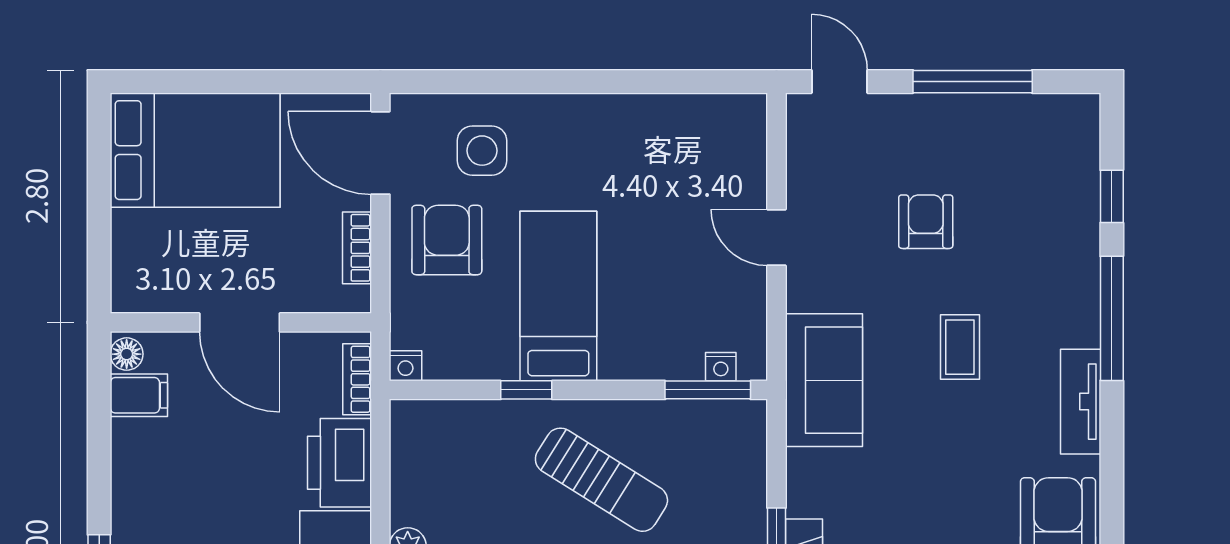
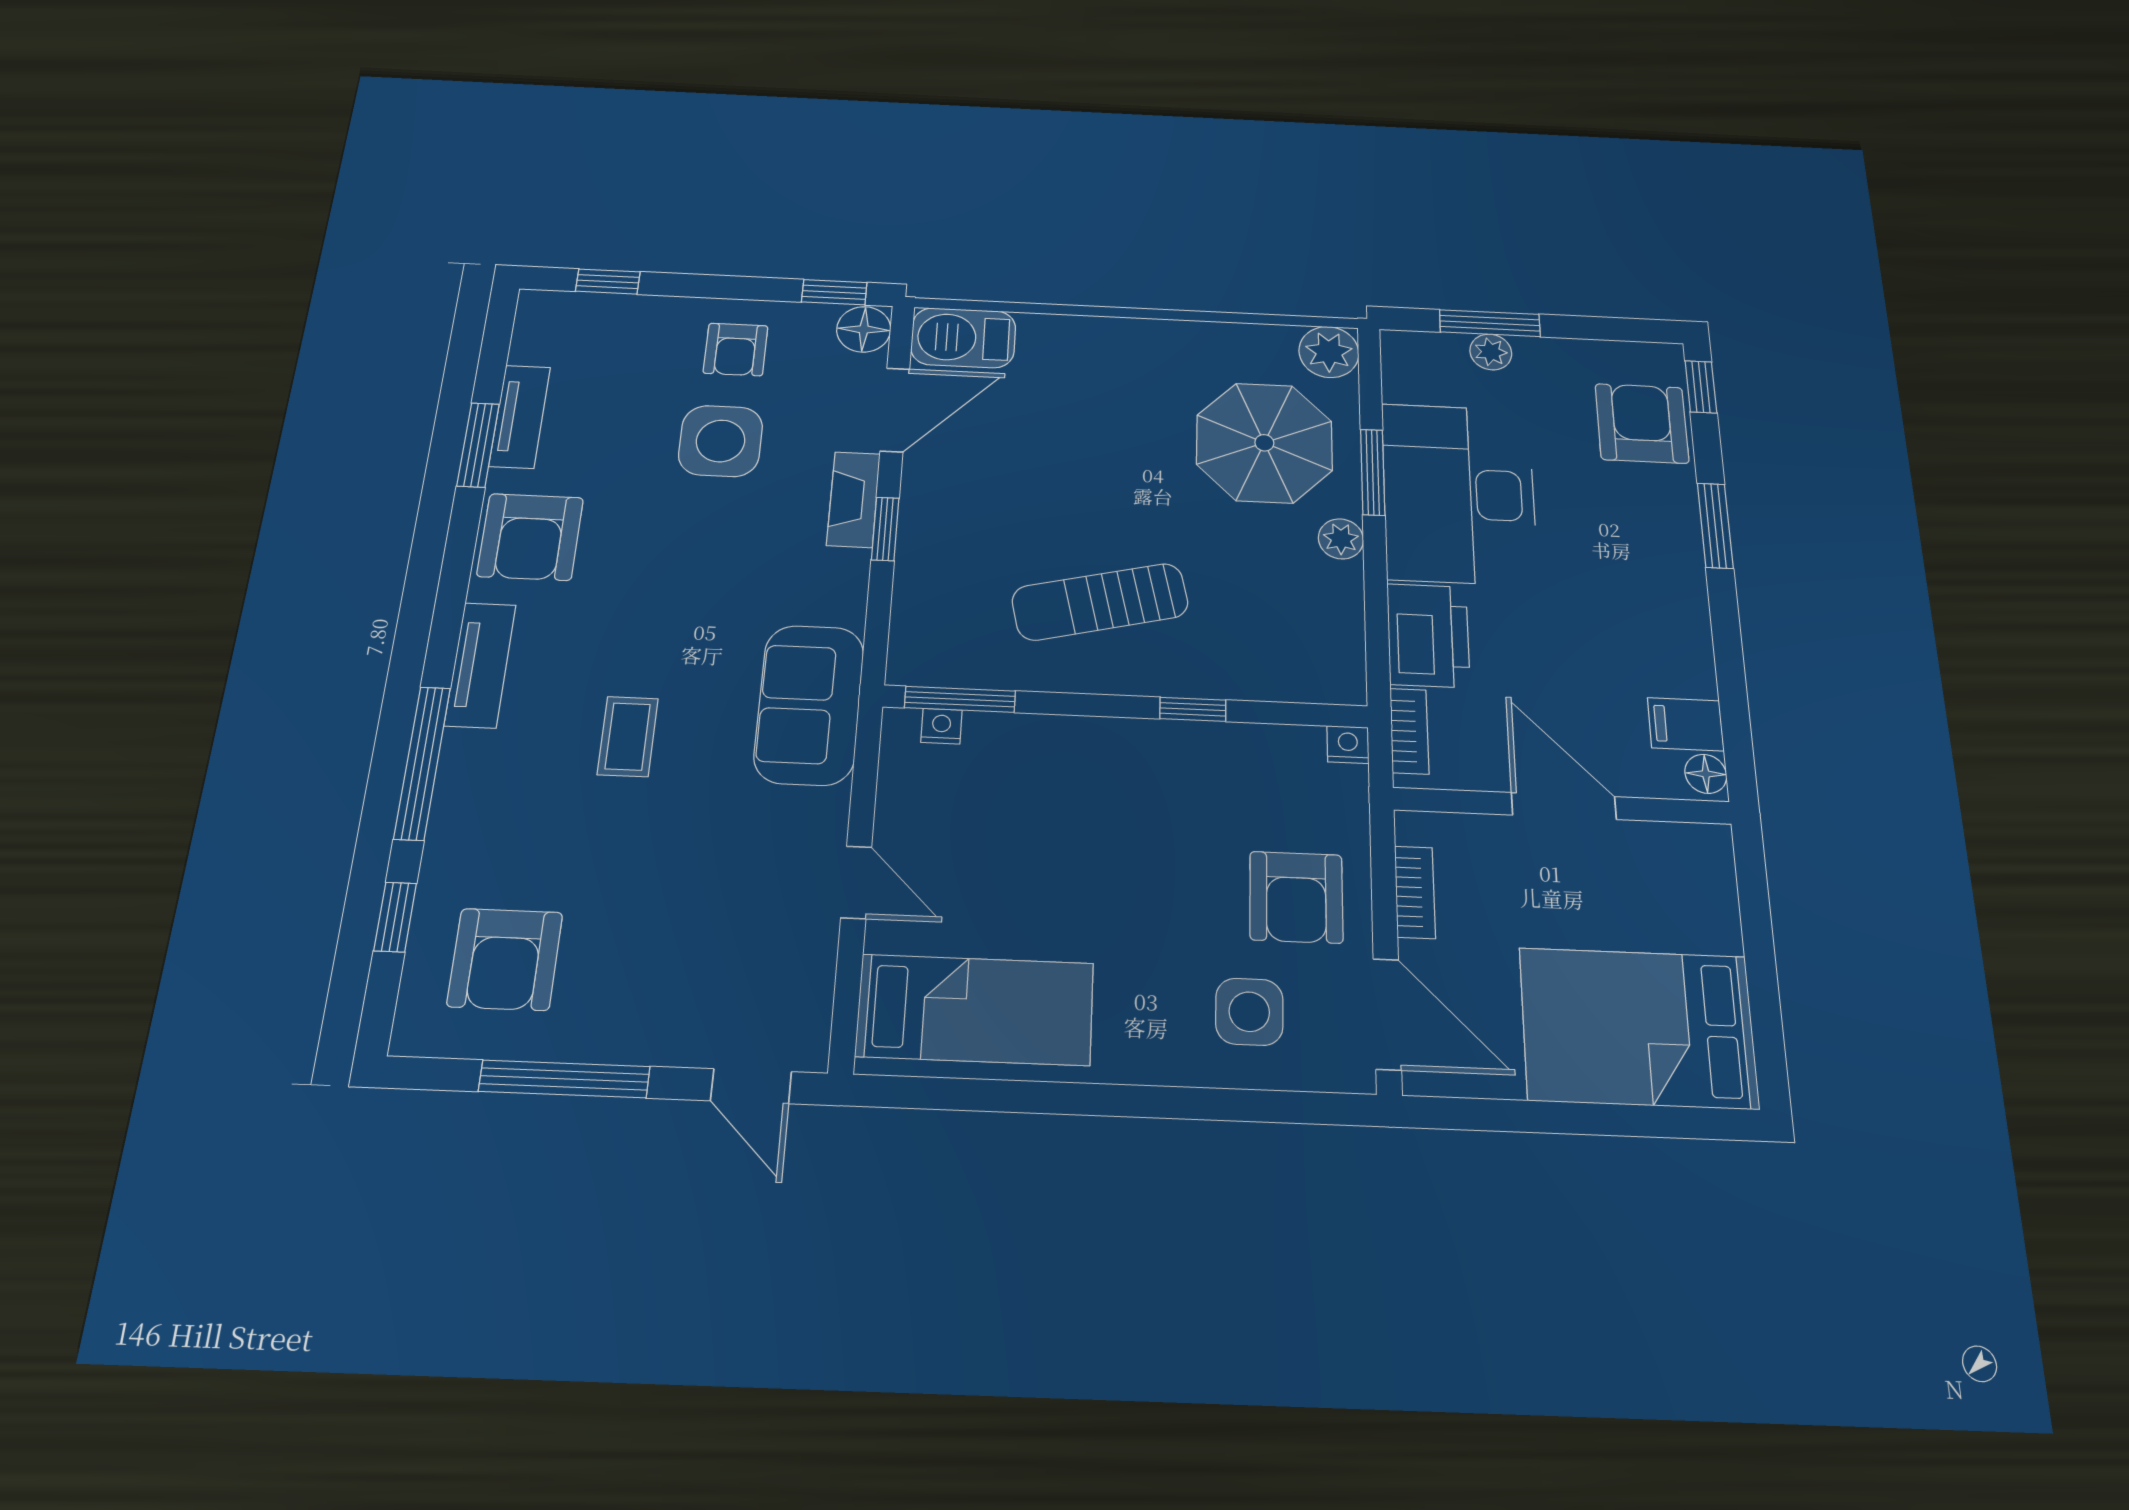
armchair: (926, 222) -> (505, 959), moved, width x1.38, depth x1.38
bed: (558, 296) -> (975, 1010), moved, turned -90
sun lounger: (601, 480) -> (1100, 602), turned -45

